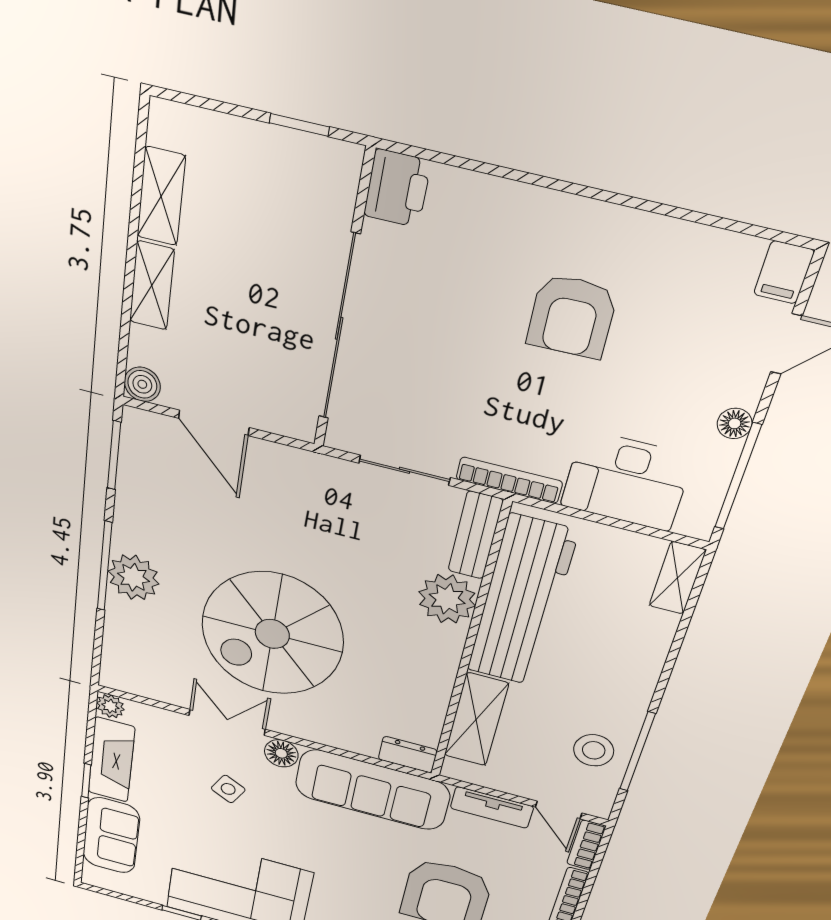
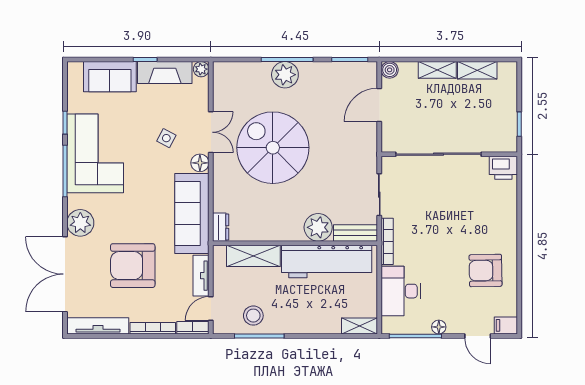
armchair: (572, 316) -> (486, 271), moved

